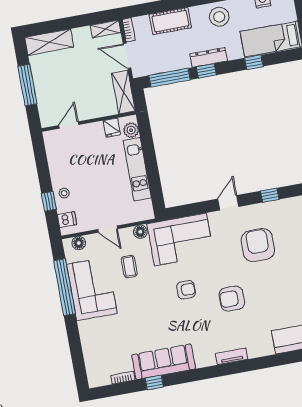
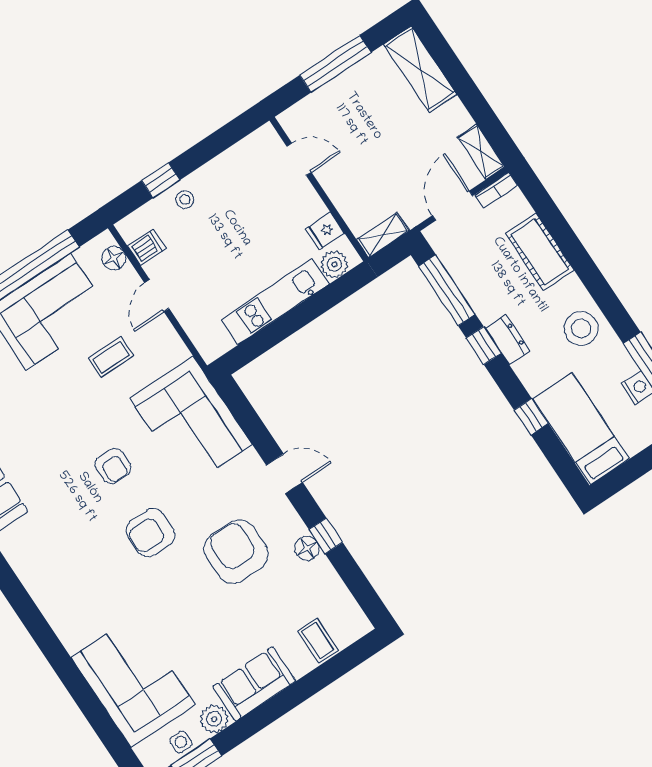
dresser: (209, 57) -> (507, 340), width x0.70
shelving: (123, 92) -> (383, 235), width x0.67, depth x0.75
dishwasher: (67, 219) -> (147, 247), moved, turned -90
floor lamp: (140, 232) -> (307, 548), moved
armchair: (258, 245) -> (236, 552), turned -90
armchair: (232, 299) -> (151, 533), moved, turned -90
tv unit: (232, 356) -> (36, 587), removed

